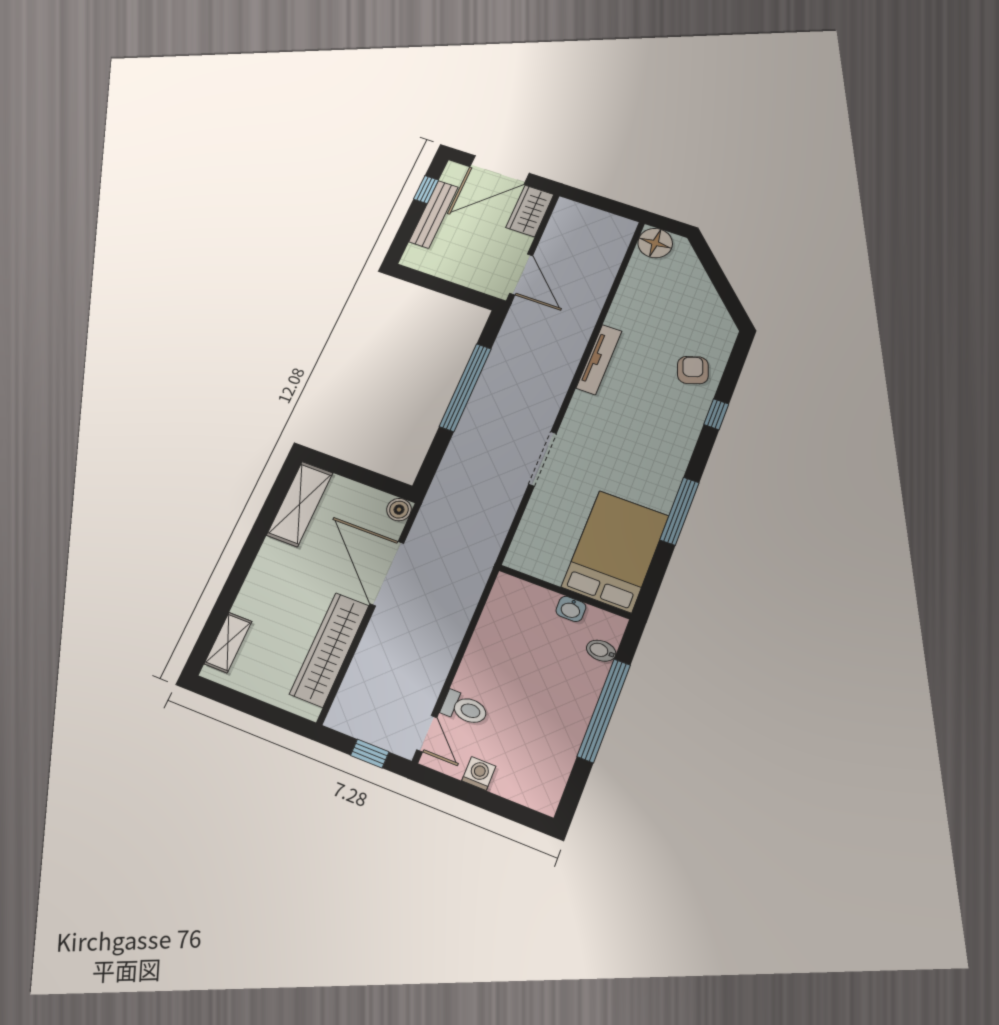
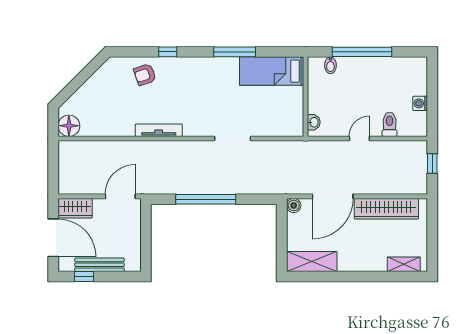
bed: (615, 551) -> (272, 71), width x0.67
washbasin: (571, 609) -> (314, 122), moved
door: (427, 734) -> (359, 138), moved

